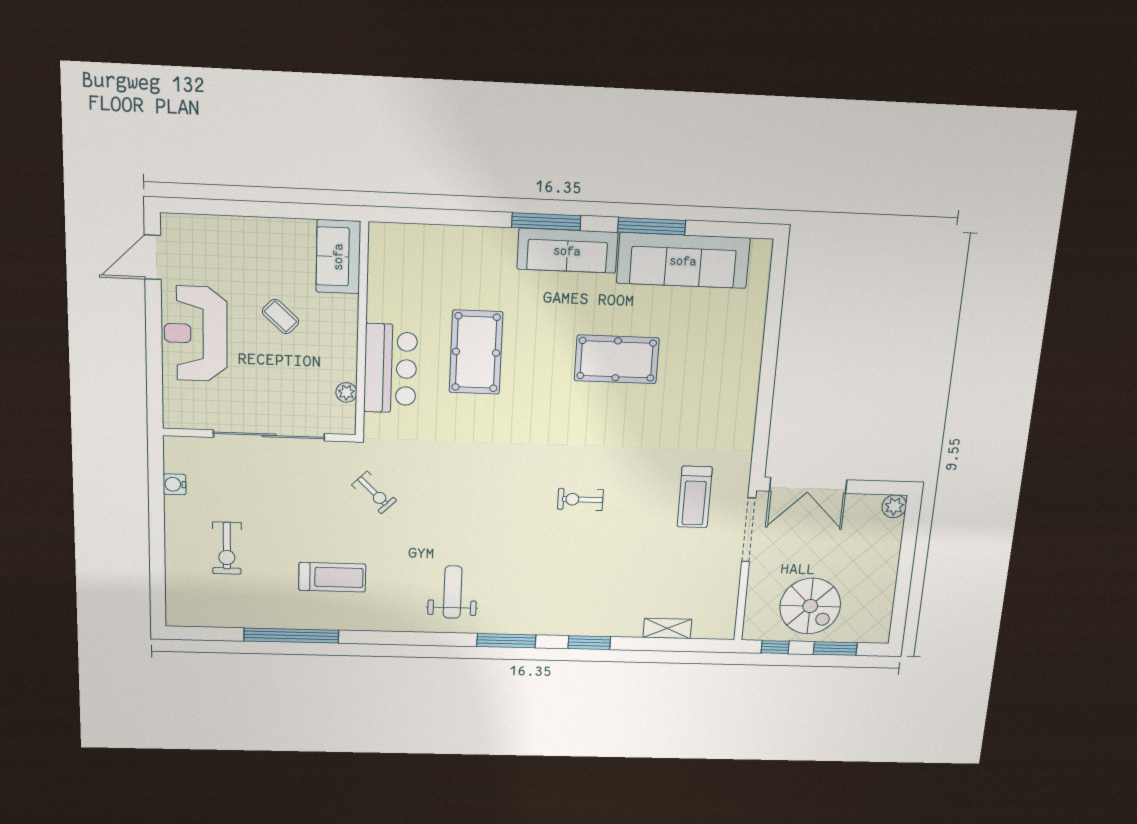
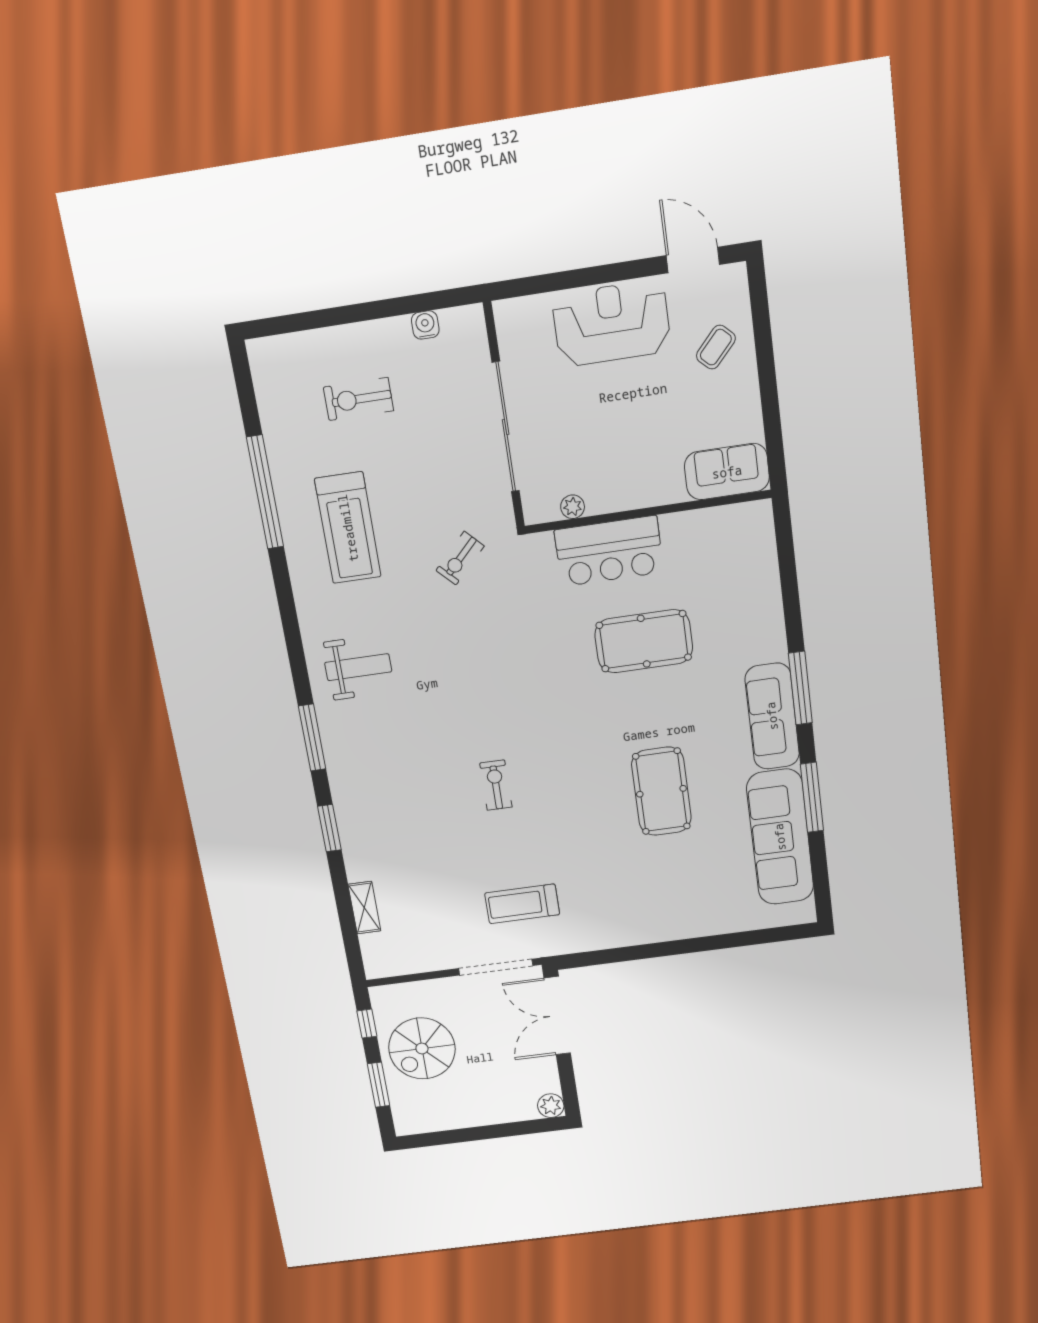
coffee table: (281, 317) -> (716, 347), moved
treadmill: (332, 577) -> (348, 528), width x1.37, depth x1.38

